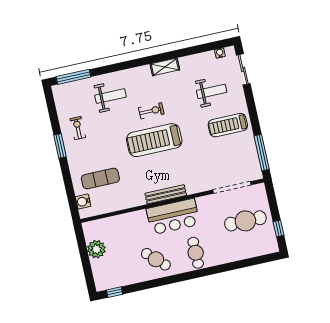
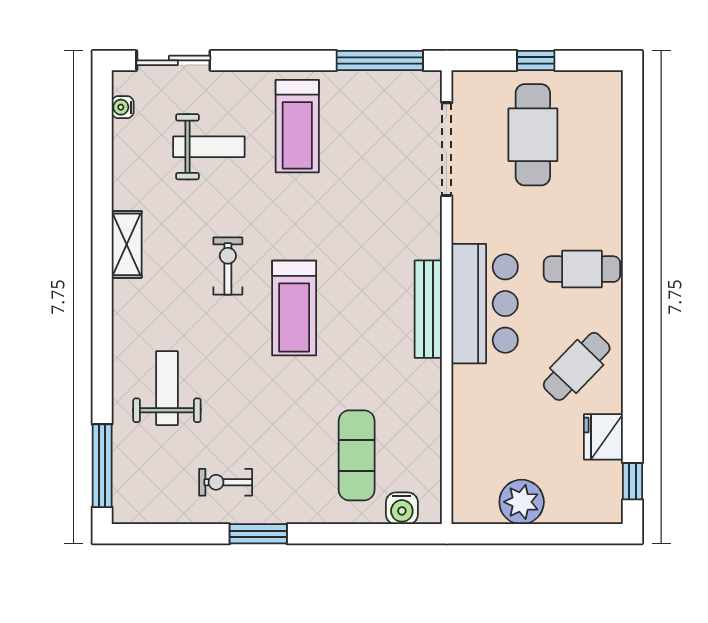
weight bench: (212, 91) -> (209, 147), turned 90
exercise bike: (151, 111) -> (228, 266), moved
treadmill: (154, 140) -> (294, 308), width x0.73, depth x0.73
window: (279, 229) -> (536, 60), moved
fridge: (130, 276) -> (603, 437), added

